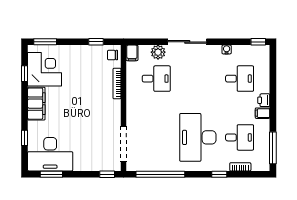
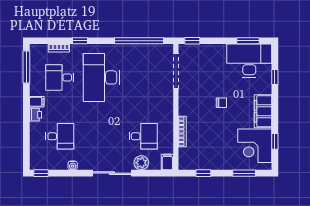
window: (45, 42) -> (244, 173), moved
chair: (113, 55) -> (221, 103), moved
desk: (156, 79) -> (143, 136), turned 180
desk: (240, 79) -> (60, 136), turned 180
desk: (198, 137) -> (101, 77), turned 180

